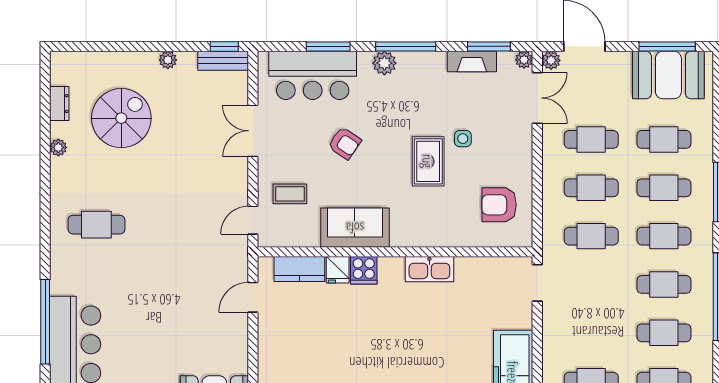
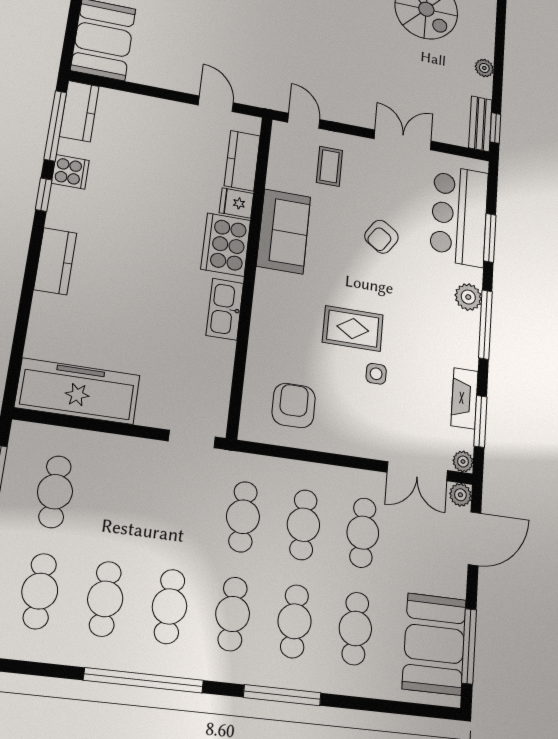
cooker: (364, 270) -> (226, 245), width x1.87, depth x1.31

